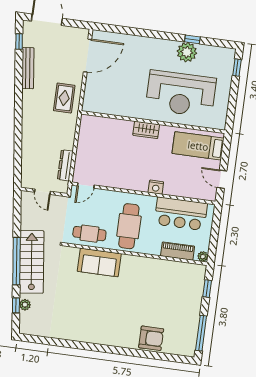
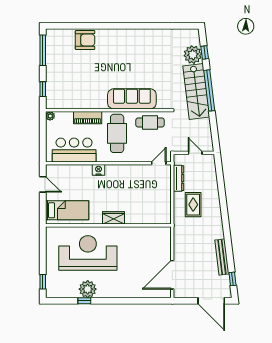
rug: (64, 98) -> (193, 205), moved
piano: (178, 251) -> (88, 118), moved
sofa: (99, 262) -> (132, 99), width x1.36
plant: (25, 305) -> (193, 55), width x1.88, depth x1.88
armchair: (151, 338) -> (85, 40), turned 180

